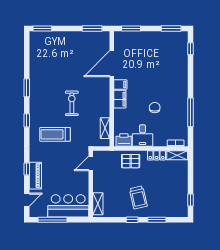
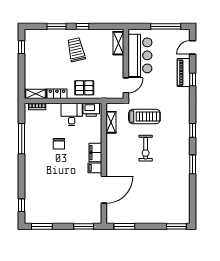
treadmill: (55, 134) -> (144, 117), moved
bar counter: (68, 206) -> (140, 55), moved, turned -90

